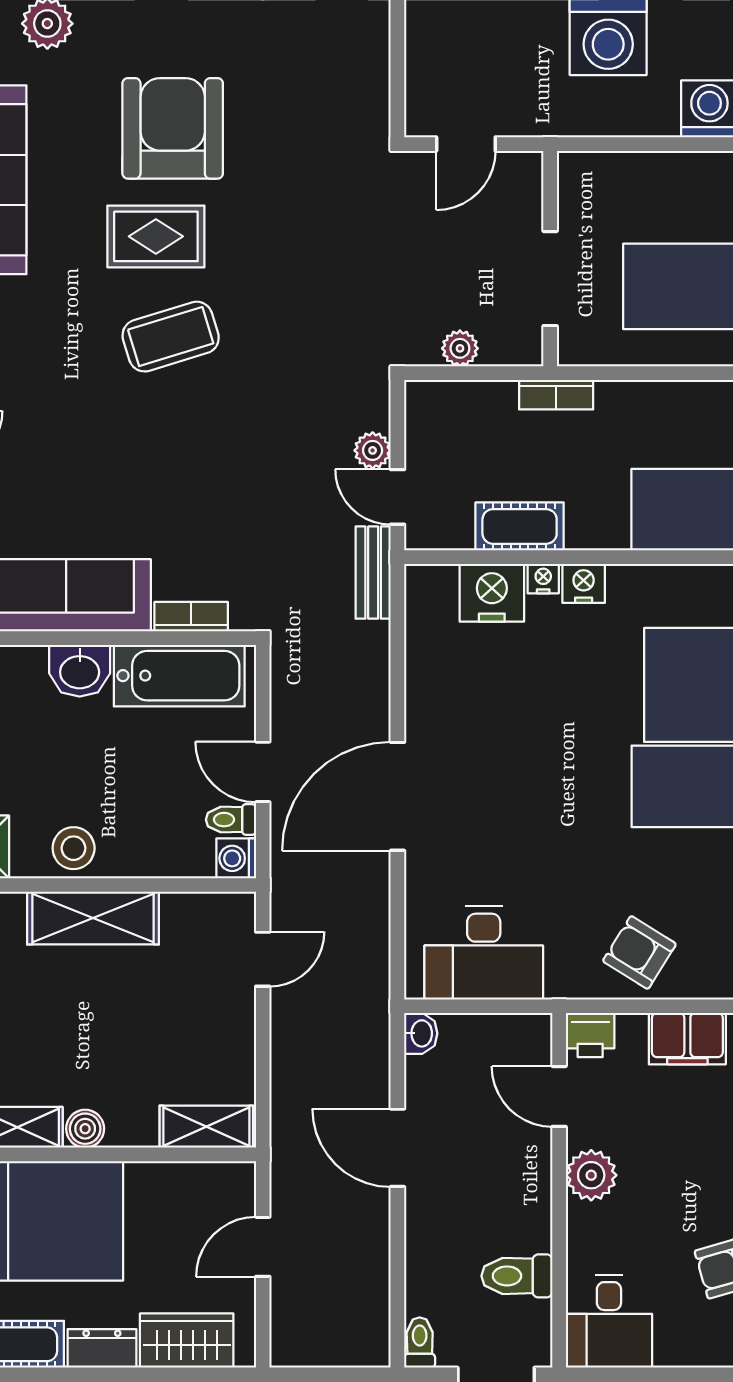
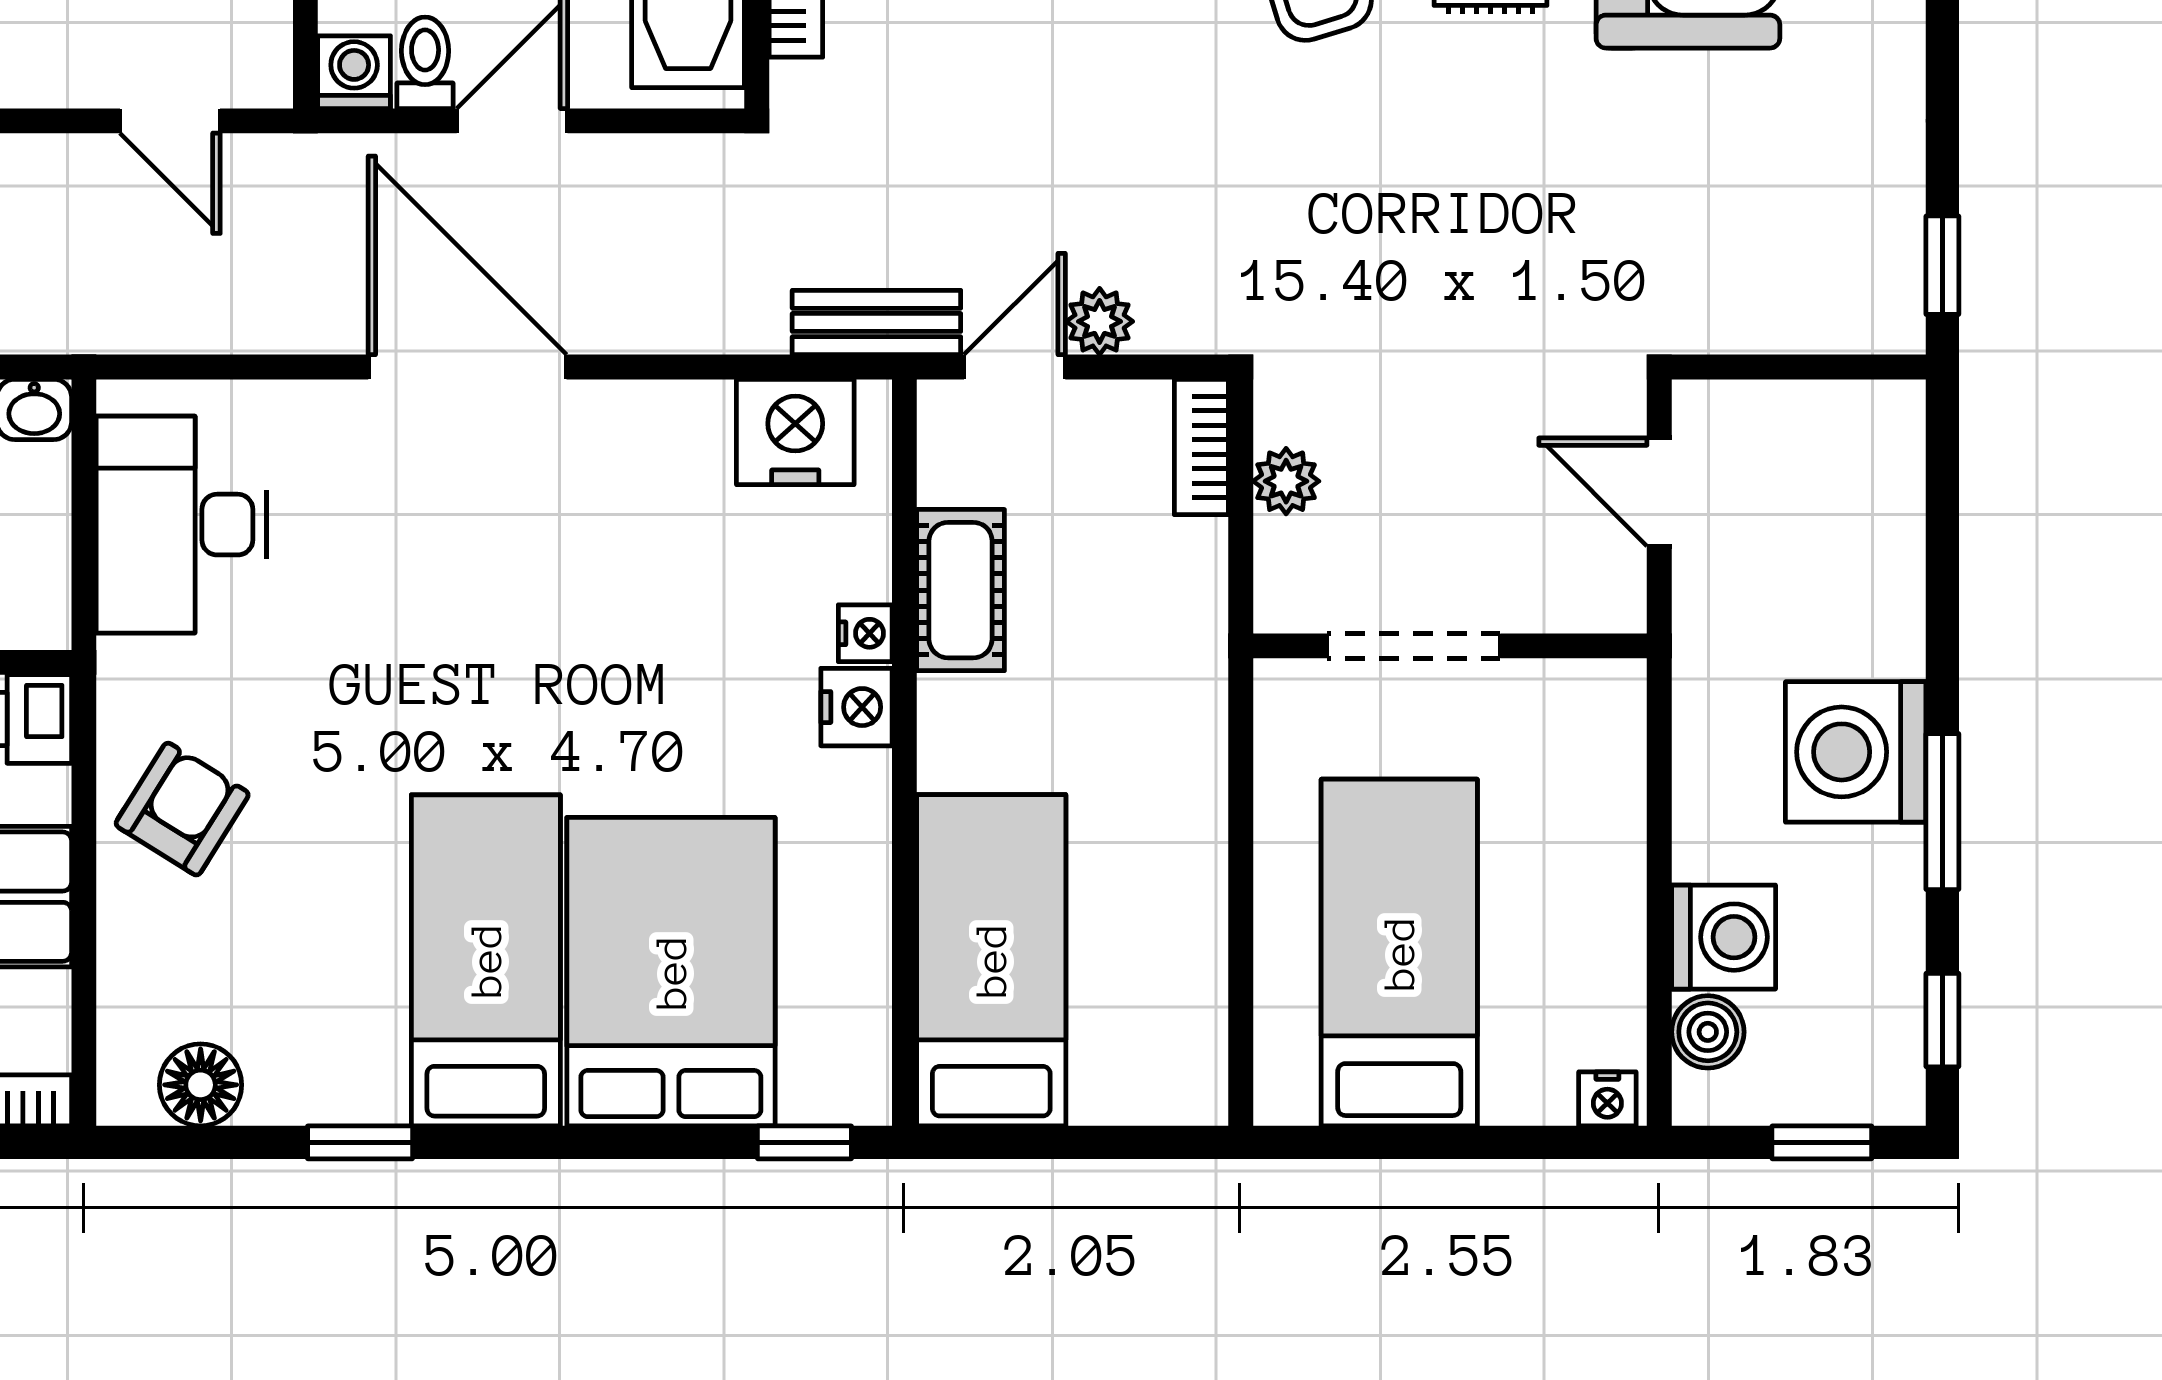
bookcase: (556, 395) -> (1201, 447), moved
nightstand: (492, 593) -> (795, 432), moved, turned -90

